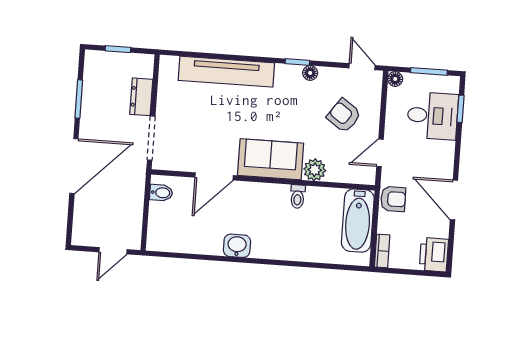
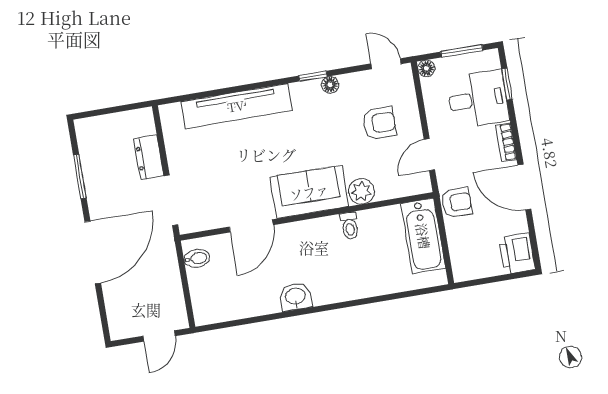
window: (118, 49) -> (110, 110), removed
armchair: (344, 116) -> (379, 123), turned 145
bookcase: (382, 251) -> (506, 142), moved, turned 180

